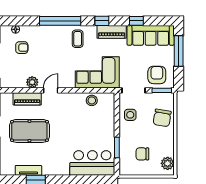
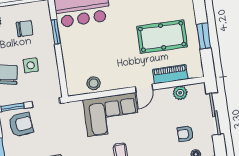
corner sofa: (97, 72) -> (111, 115), moved
armchair: (157, 75) -> (21, 124), turned -96
plant: (32, 82) -> (180, 93), moved
side table: (130, 115) -> (31, 65), moved

